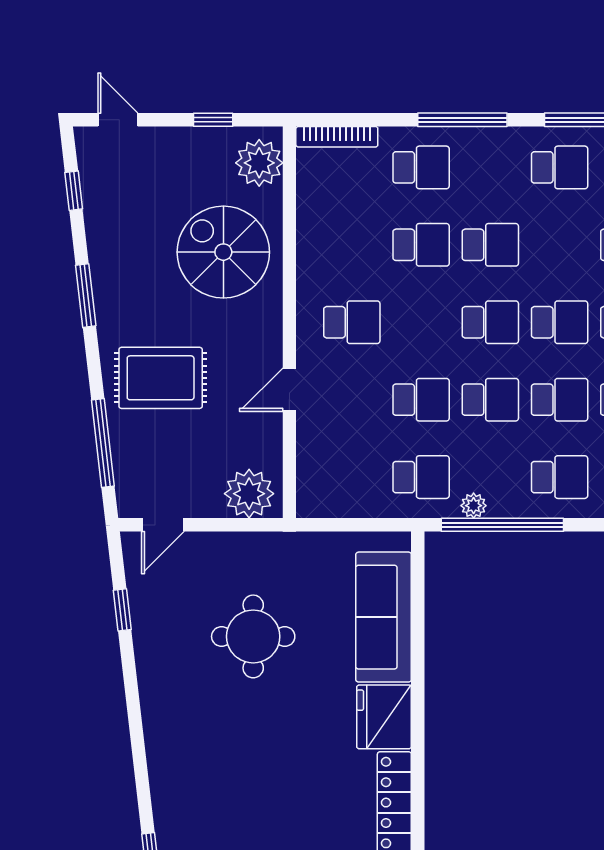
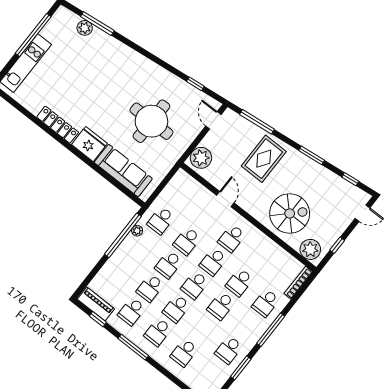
school desk: (560, 477) -> (213, 262), moved
round table: (253, 636) -> (151, 121), width x1.36, depth x1.36

